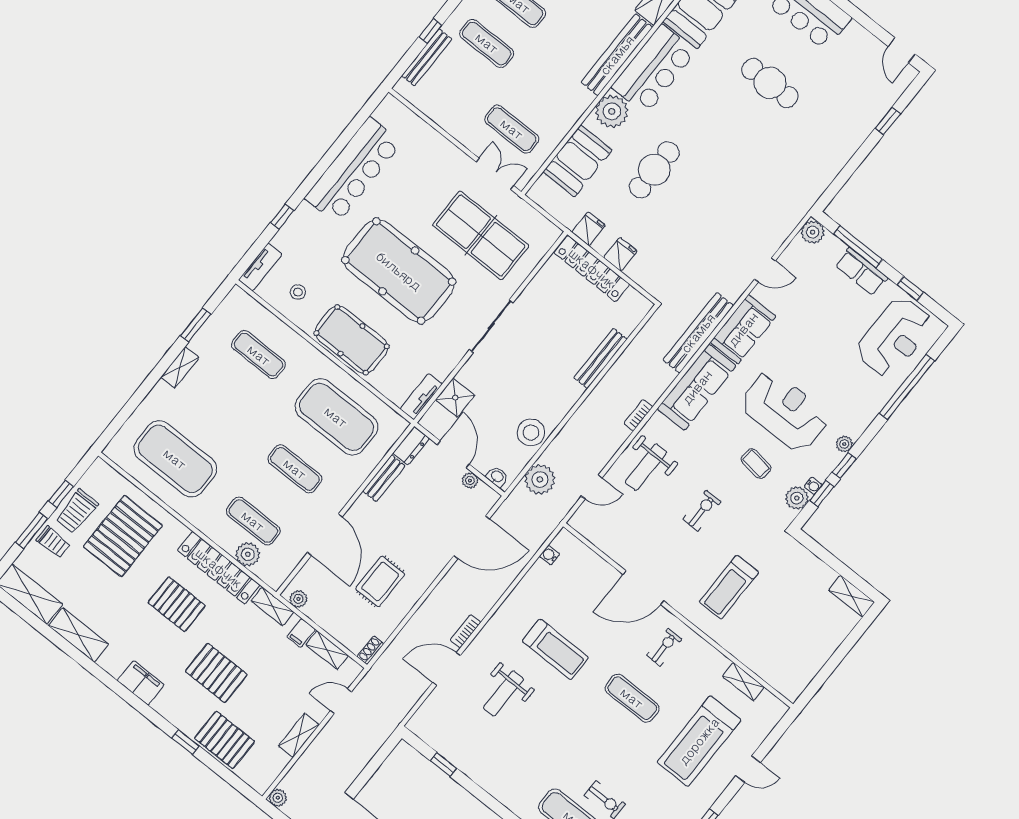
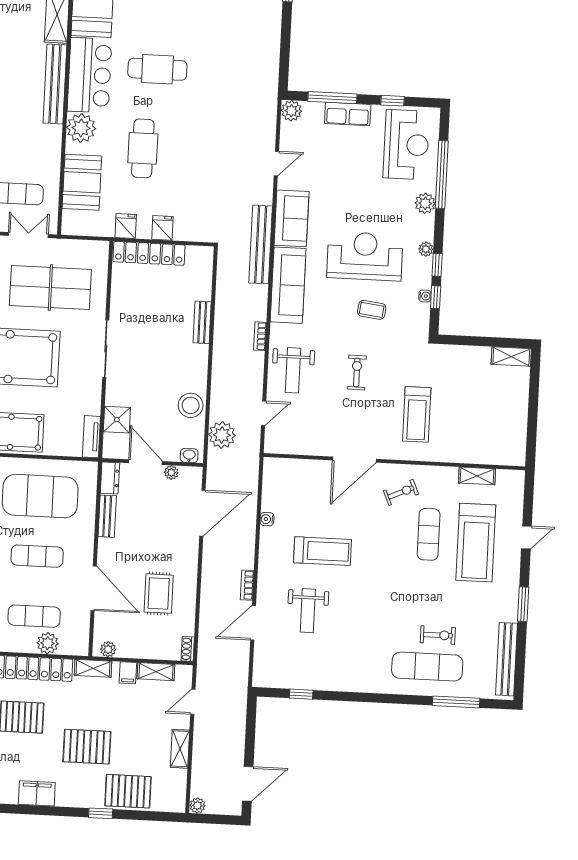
cafe table: (770, 83) -> (157, 69), moved
bench: (600, 358) -> (202, 322), width x0.73
plant: (797, 498) -> (425, 203), moved
water cooler: (549, 555) -> (267, 519), moved
exercise bike: (664, 647) -> (401, 492), turned 66
exercise mat: (632, 698) -> (429, 534), moved, turned 90

